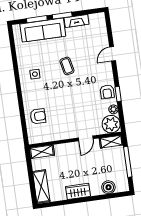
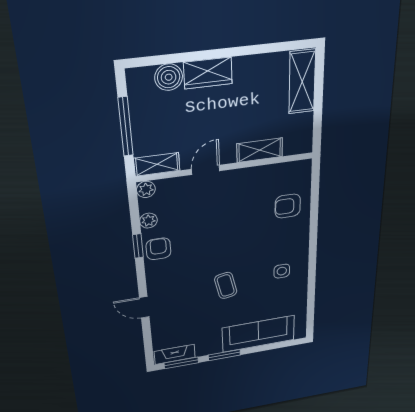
window: (37, 19) -> (181, 363), moved
fireplace: (77, 21) -> (175, 354), moved
door: (113, 54) -> (144, 307), swing flipped
plant: (111, 124) -> (146, 189), width x0.53, depth x0.53
shelving: (42, 152) -> (260, 150), moved
wardrobe: (78, 191) -> (208, 73), moved

